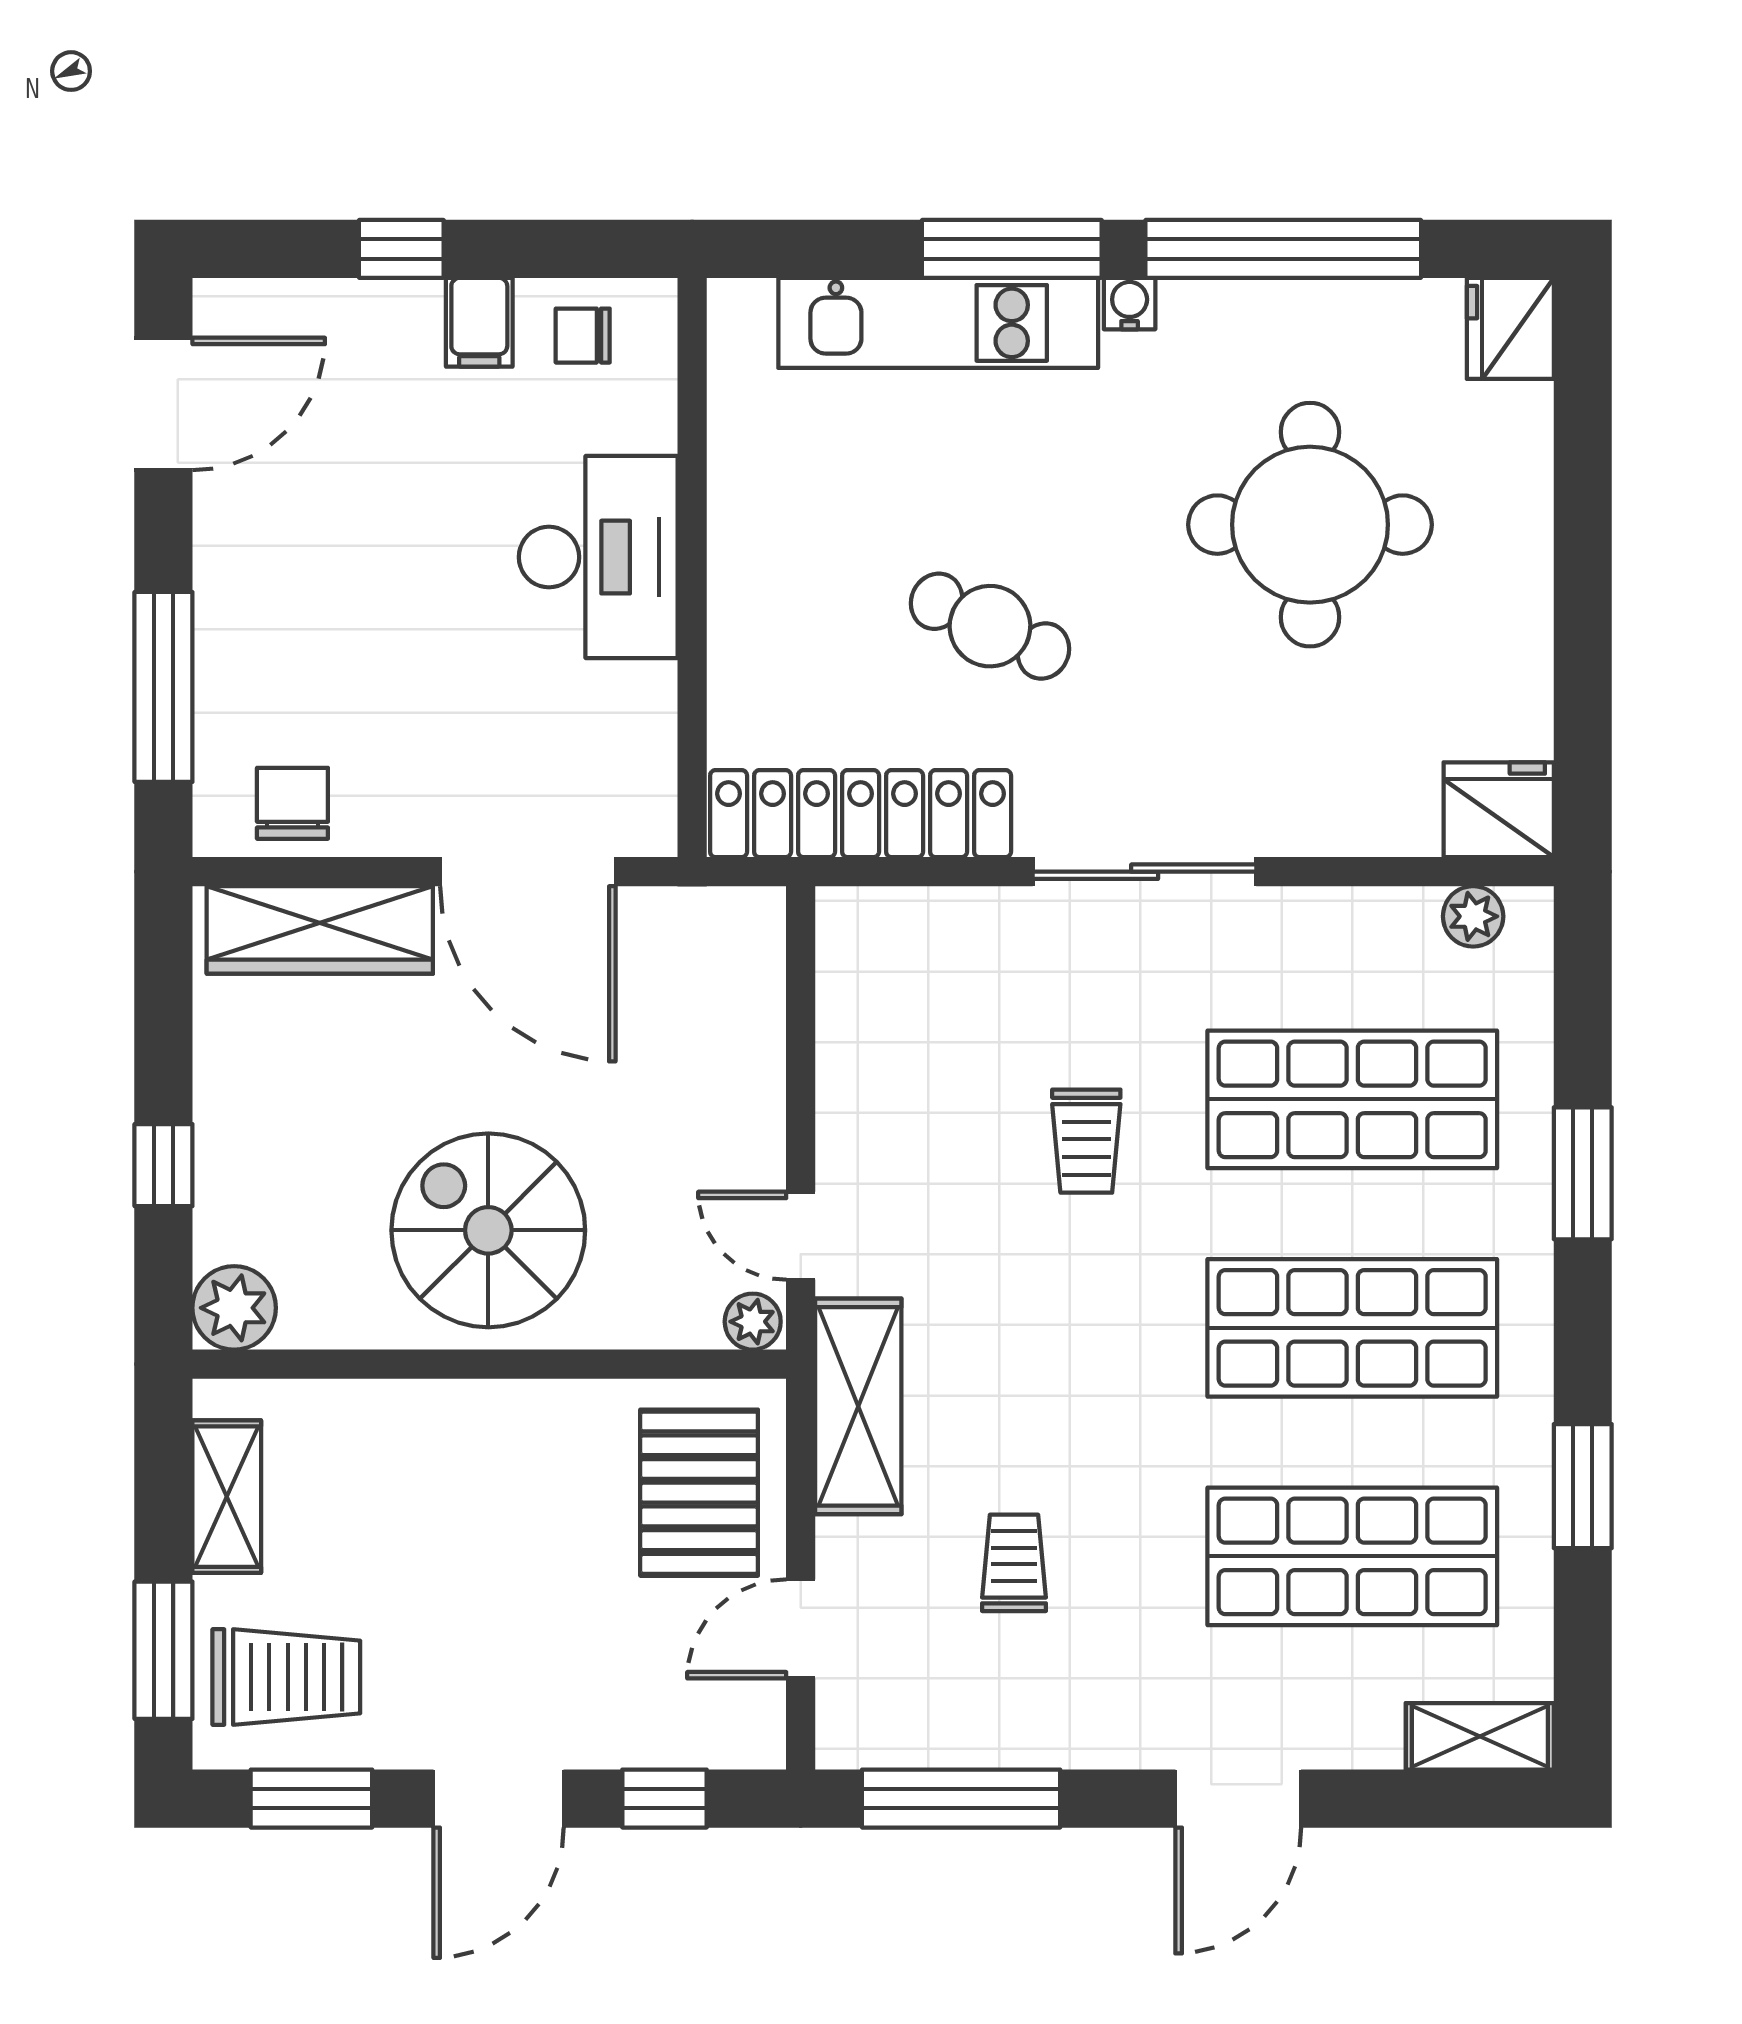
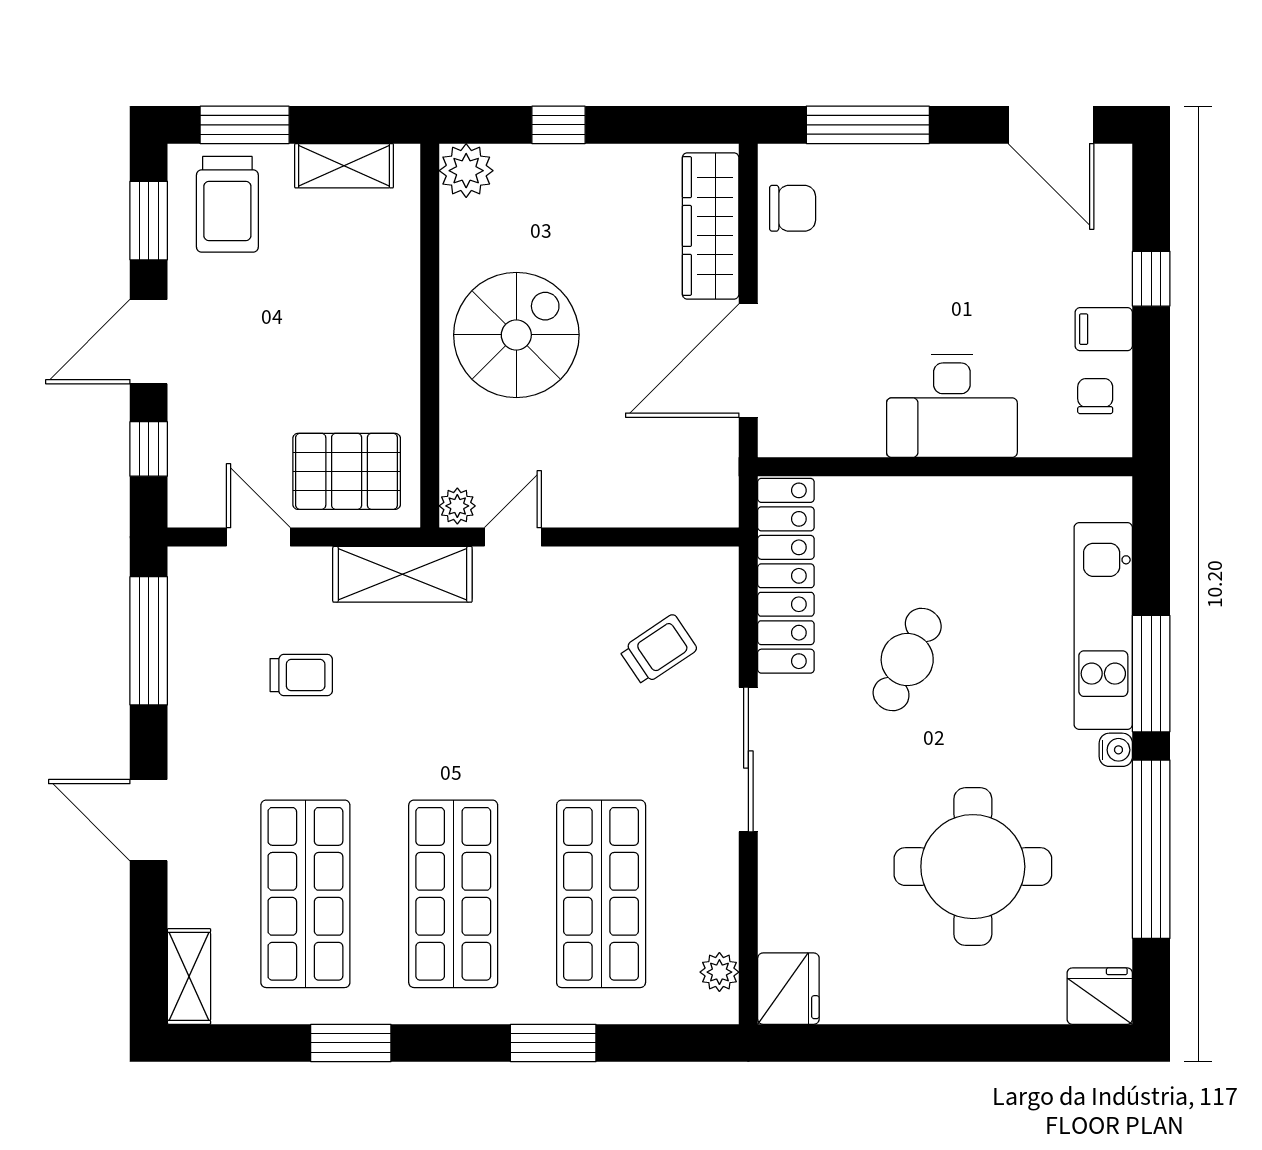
trolley: (1086, 1141) -> (658, 650), moved, turned 146
door: (499, 1799) -> (149, 342), hinge flipped

